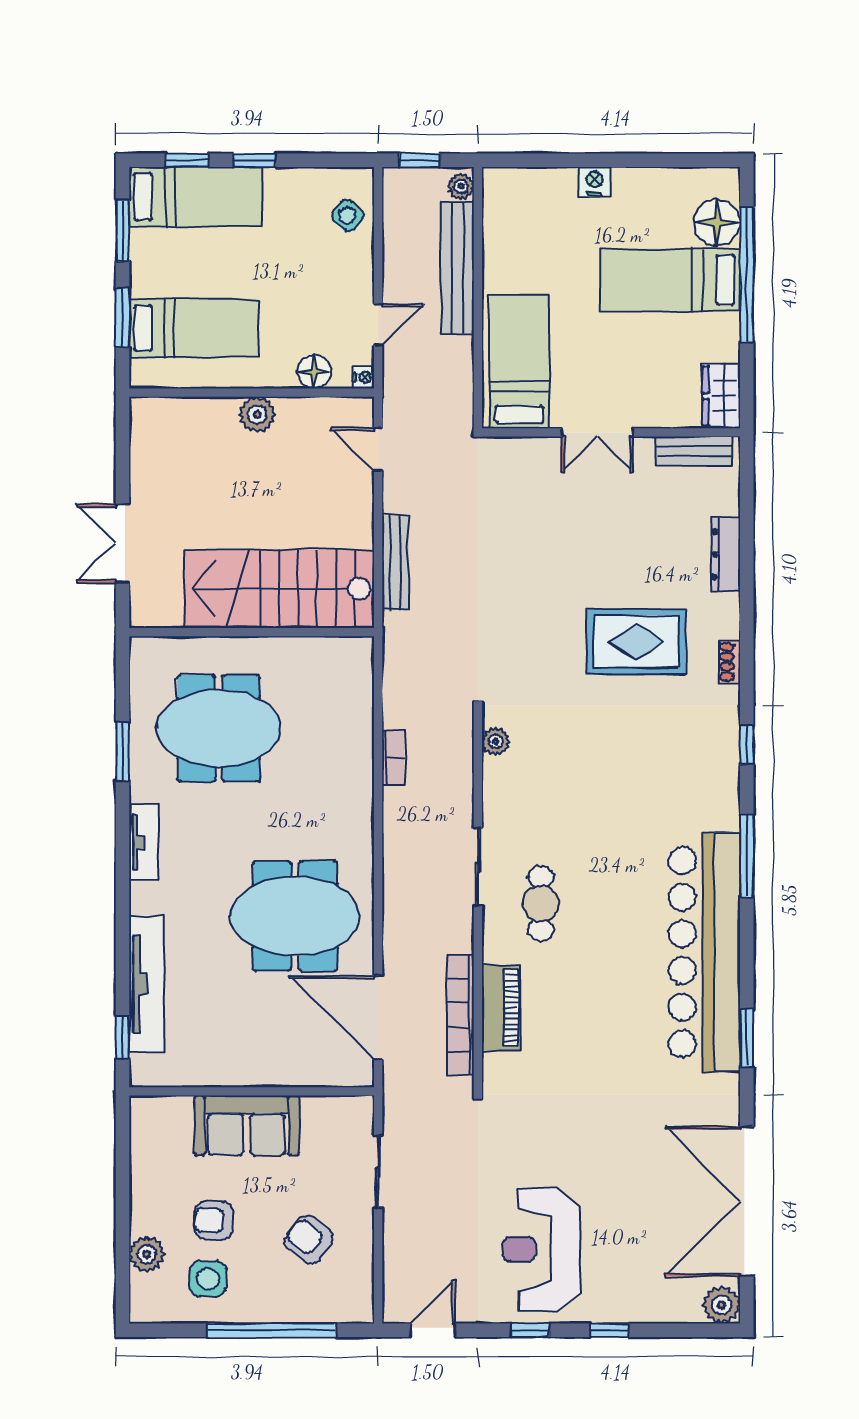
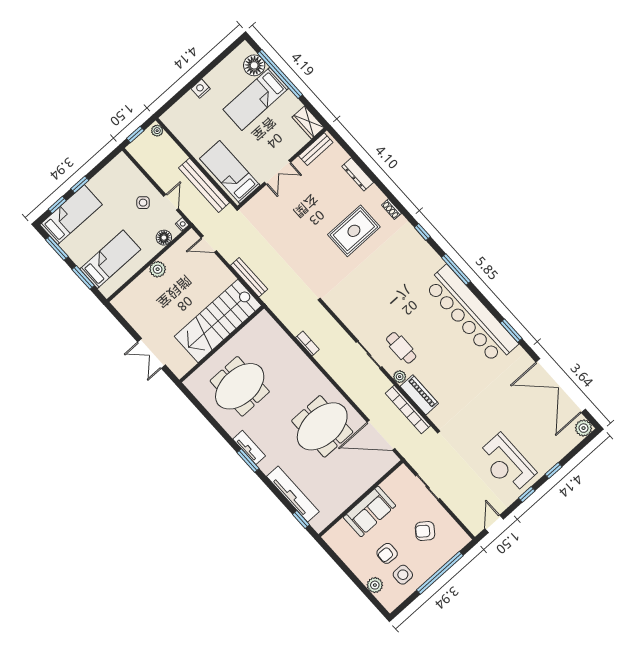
side table: (348, 215) -> (143, 203), moved
bench: (457, 268) -> (204, 185), moved
plant: (496, 742) -> (400, 377), moved
window: (122, 752) -> (248, 460), moved

